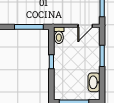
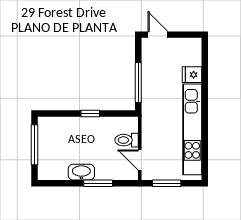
toilet: (59, 35) -> (127, 140), moved
washbasin: (94, 82) -> (81, 172), moved

